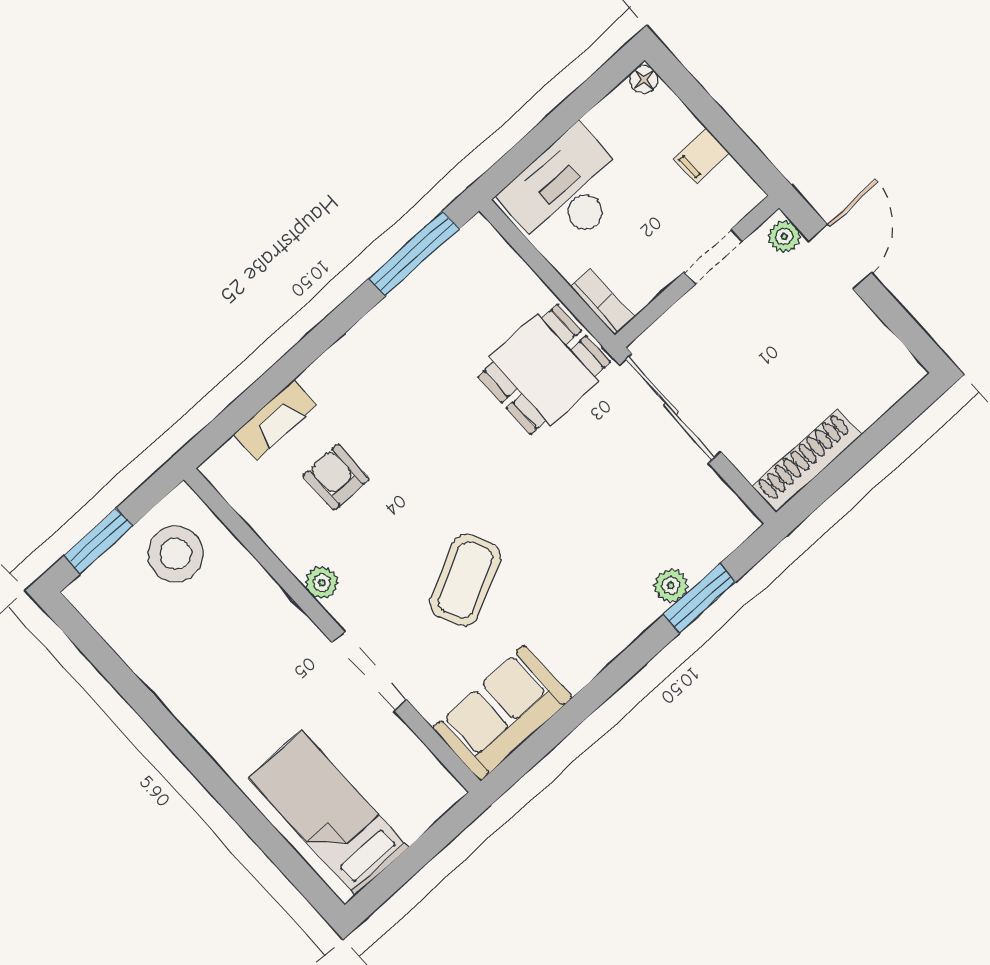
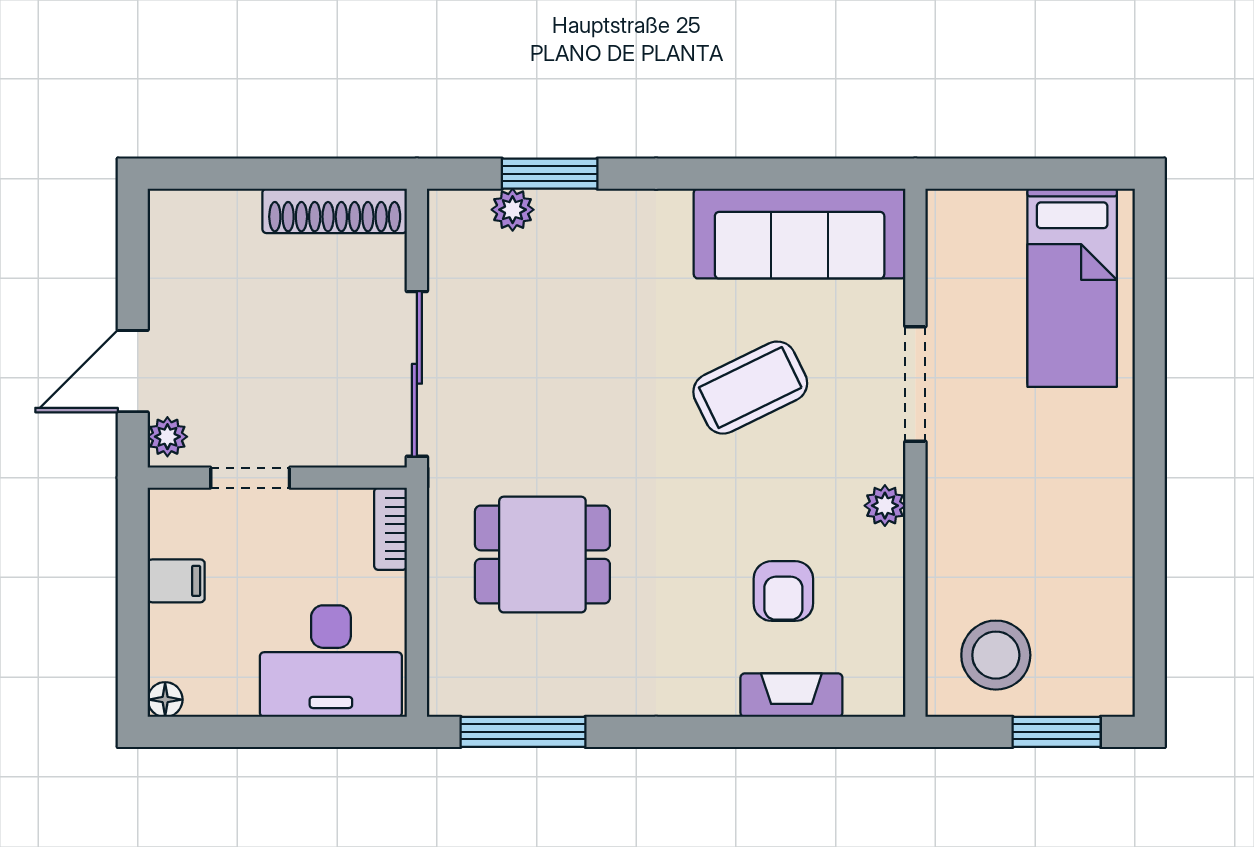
dining table: (544, 369) -> (542, 555), moved
plant: (671, 585) -> (513, 210), moved
sofa: (503, 713) -> (800, 234), width x1.36

